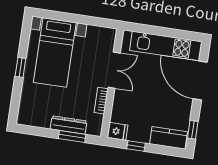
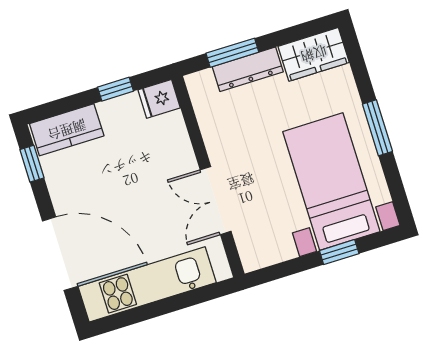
window: (67, 17) -> (339, 252), added
window: (20, 67) -> (377, 128), width x1.50
bookcase: (101, 101) -> (212, 138), removed
wardrobe: (34, 117) -> (314, 54), added

